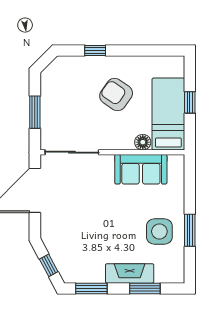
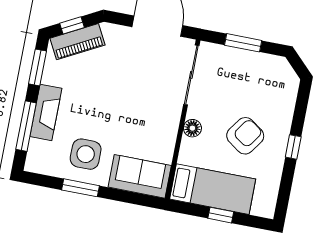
window: (95, 50) -> (293, 147), moved
floor lamp: (143, 142) -> (192, 128), moved
sofa: (141, 169) -> (140, 176), moved, turned 90
piano: (62, 258) -> (77, 42), added
window: (145, 288) -> (26, 126), width x1.44

